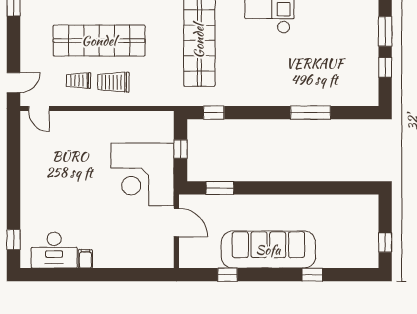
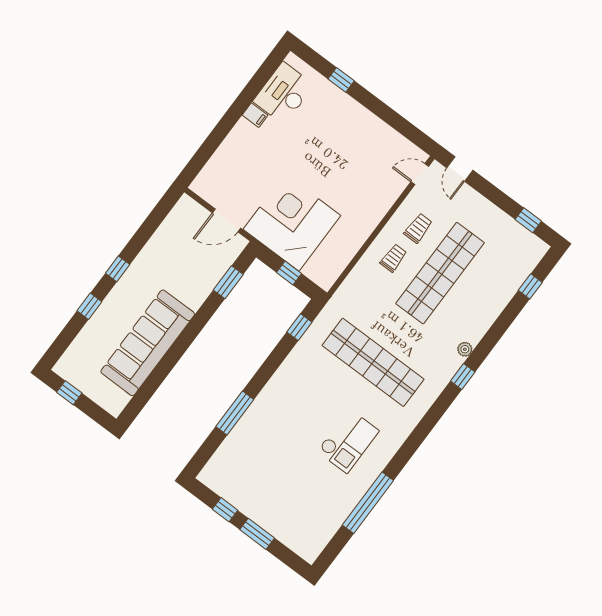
trolley: (113, 82) -> (393, 258), width x0.73, depth x0.72
window: (14, 240) -> (341, 80), moved
sofa: (268, 250) -> (148, 343), moved, turned 180
window: (227, 275) -> (118, 269), moved

